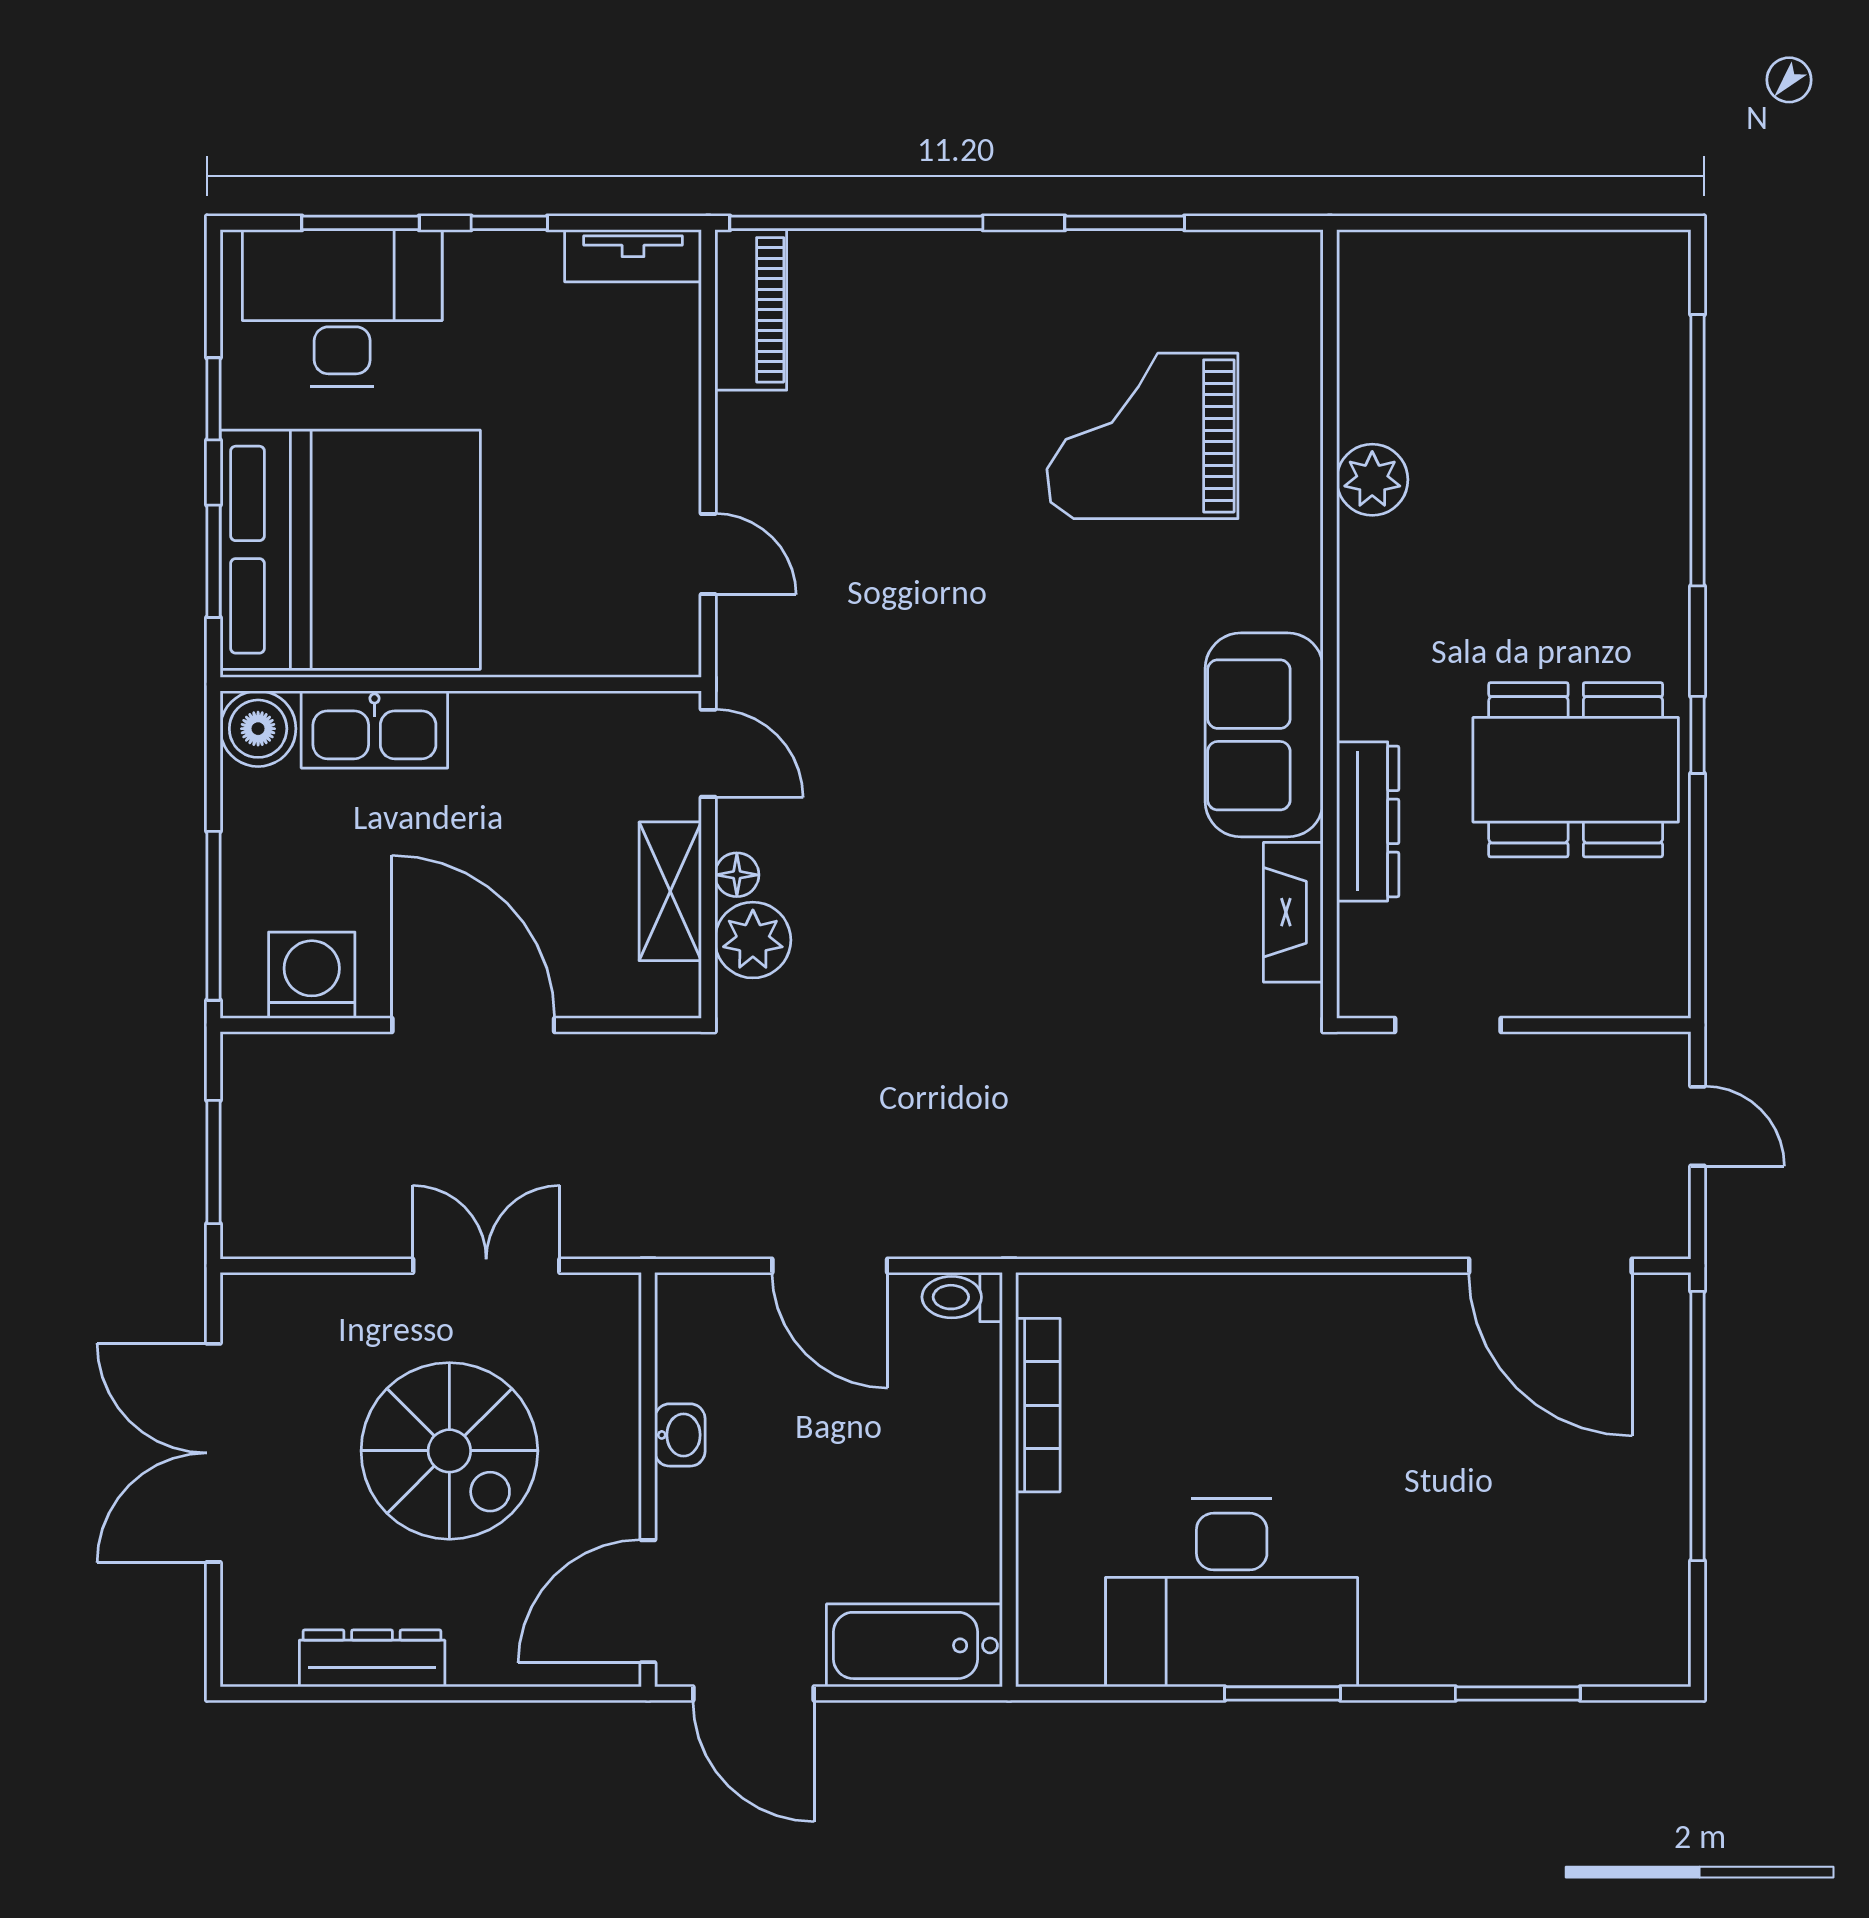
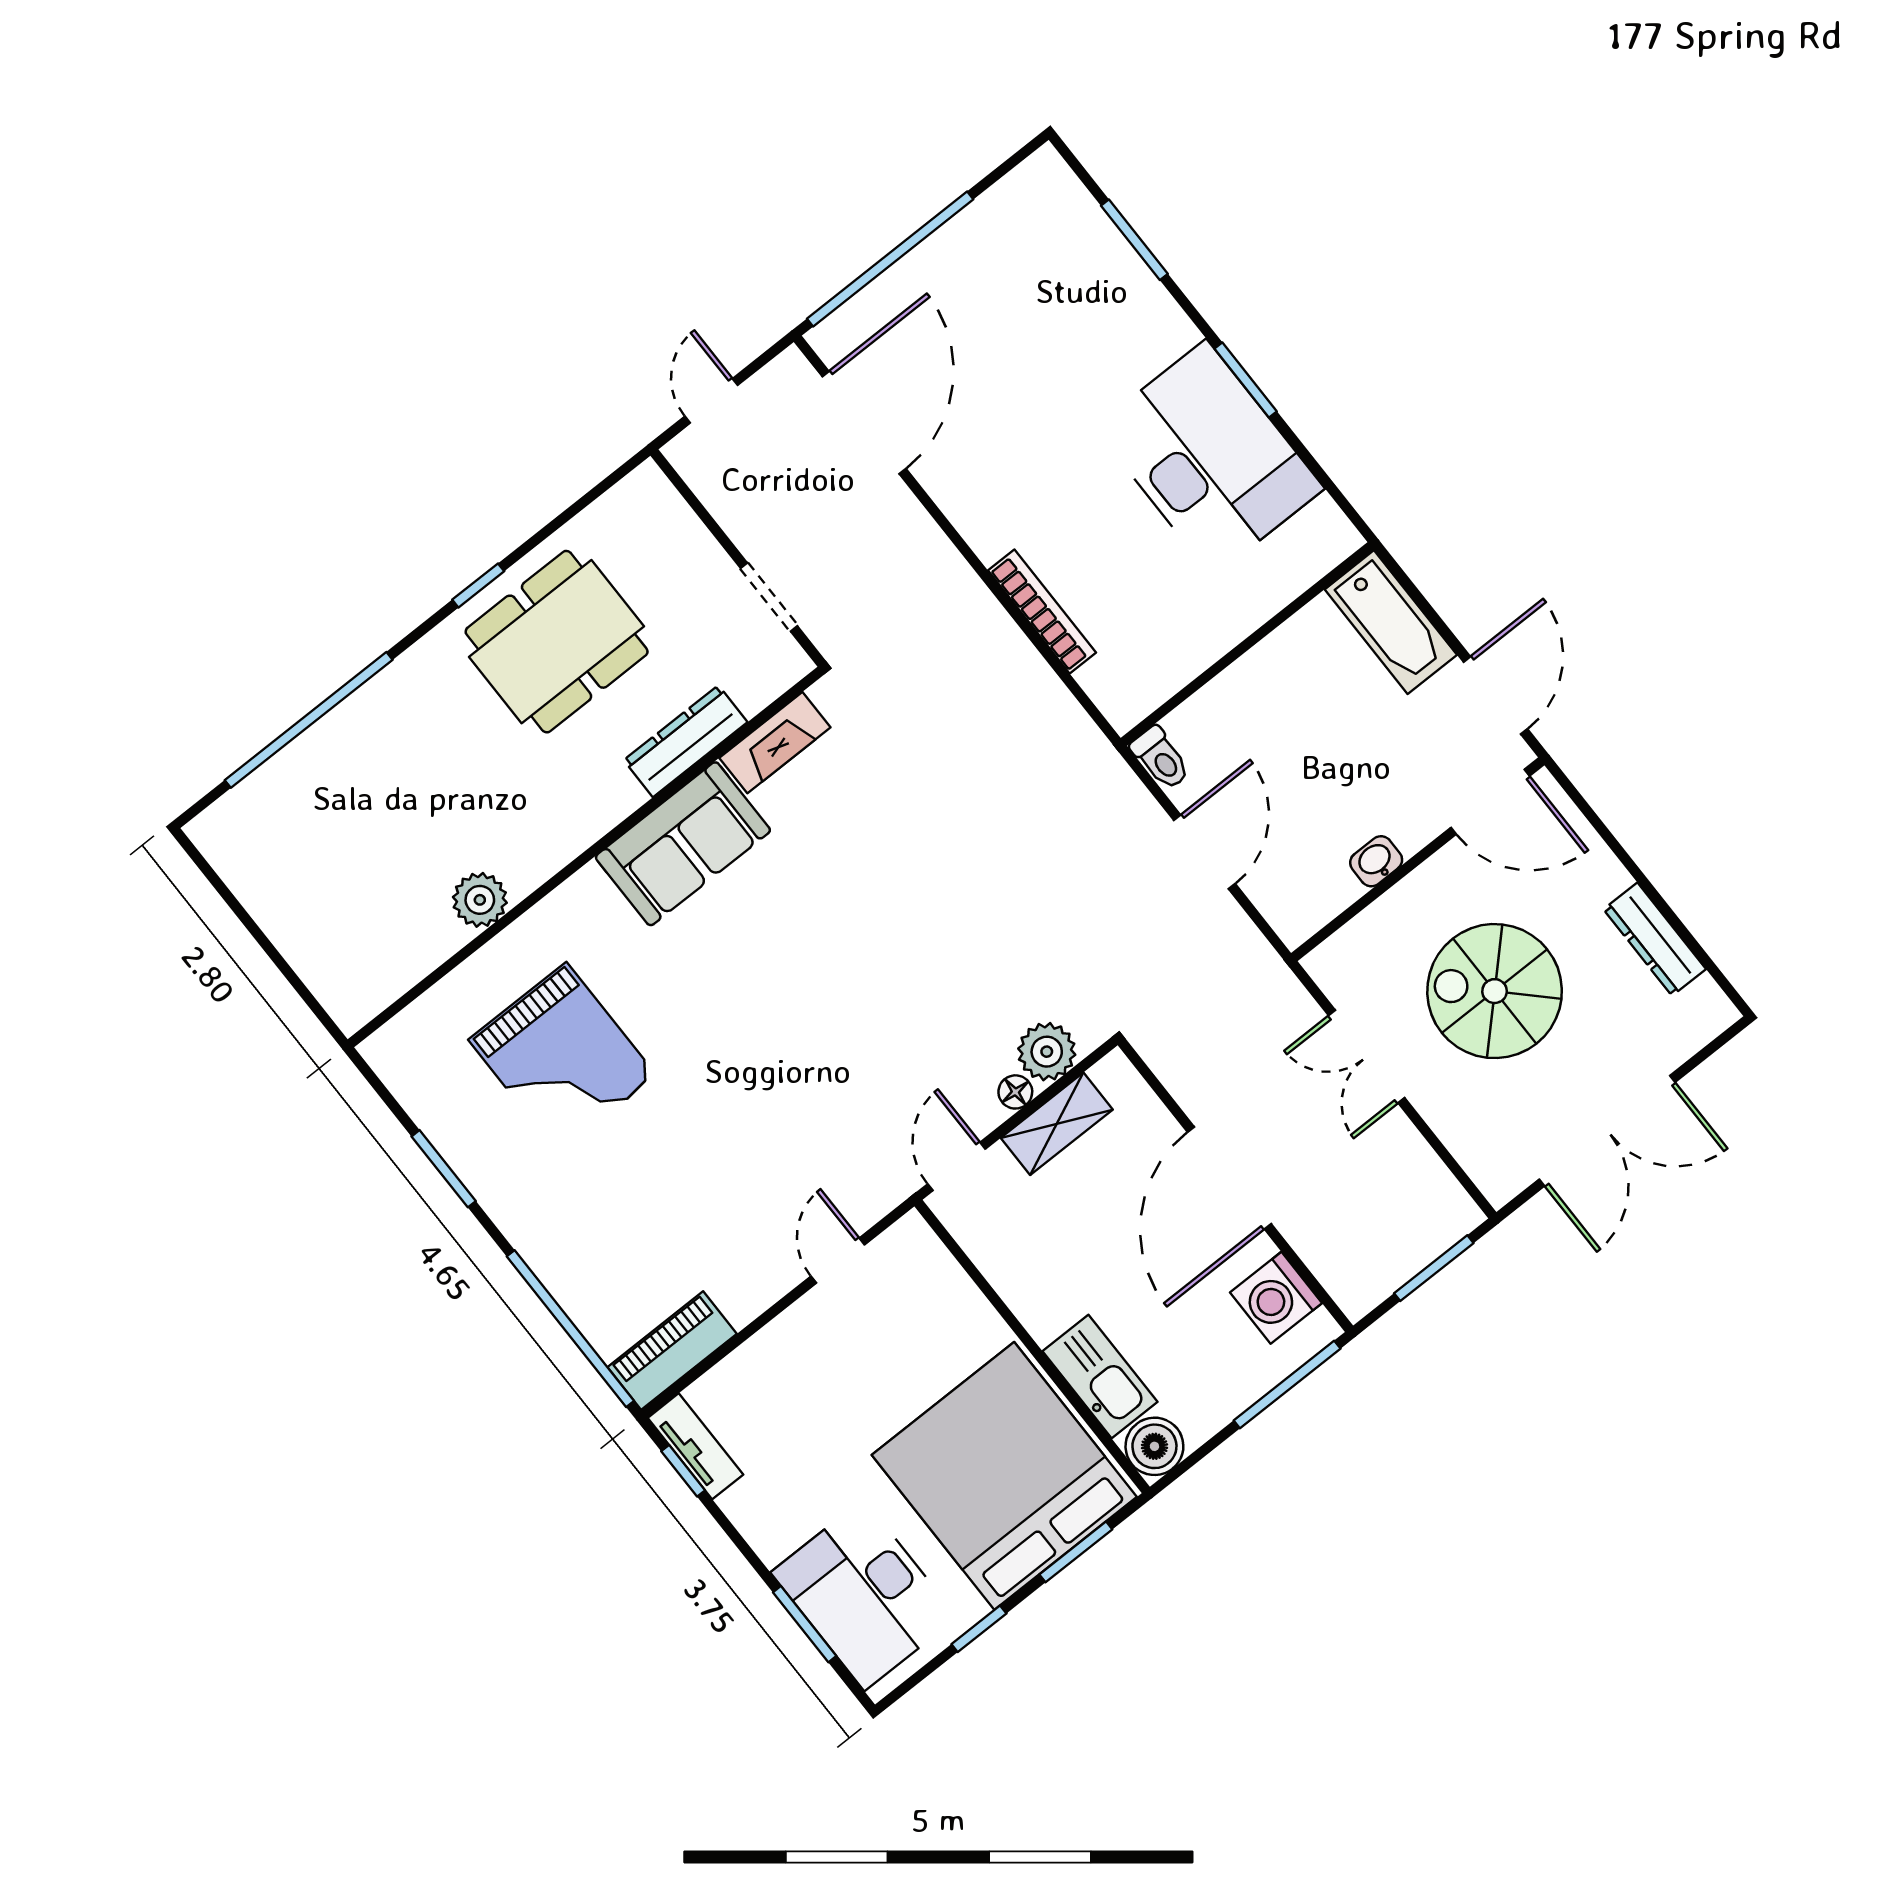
window: (509, 223) -> (683, 1471), moved
dining table: (1576, 770) -> (557, 642), turned 90
bookcase: (1038, 1405) -> (1042, 612), moved, turned 90
spiral stairs: (449, 1451) -> (1495, 991), turned -90

